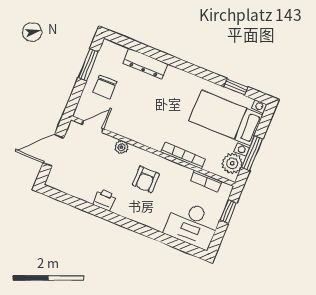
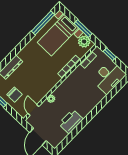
window: (236, 87) -> (43, 23), width x2.17
armchair: (146, 179) -> (74, 92), removed
printer: (104, 200) -> (71, 122), width x1.87, depth x1.48

